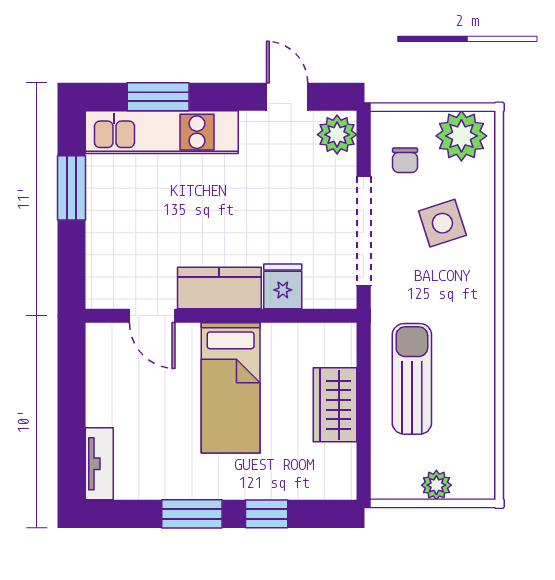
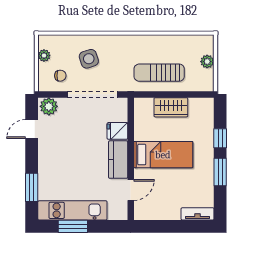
kitchen unit: (162, 132) -> (72, 210), moved, turned -90
plant: (461, 136) -> (44, 56), width x0.53, depth x0.53

